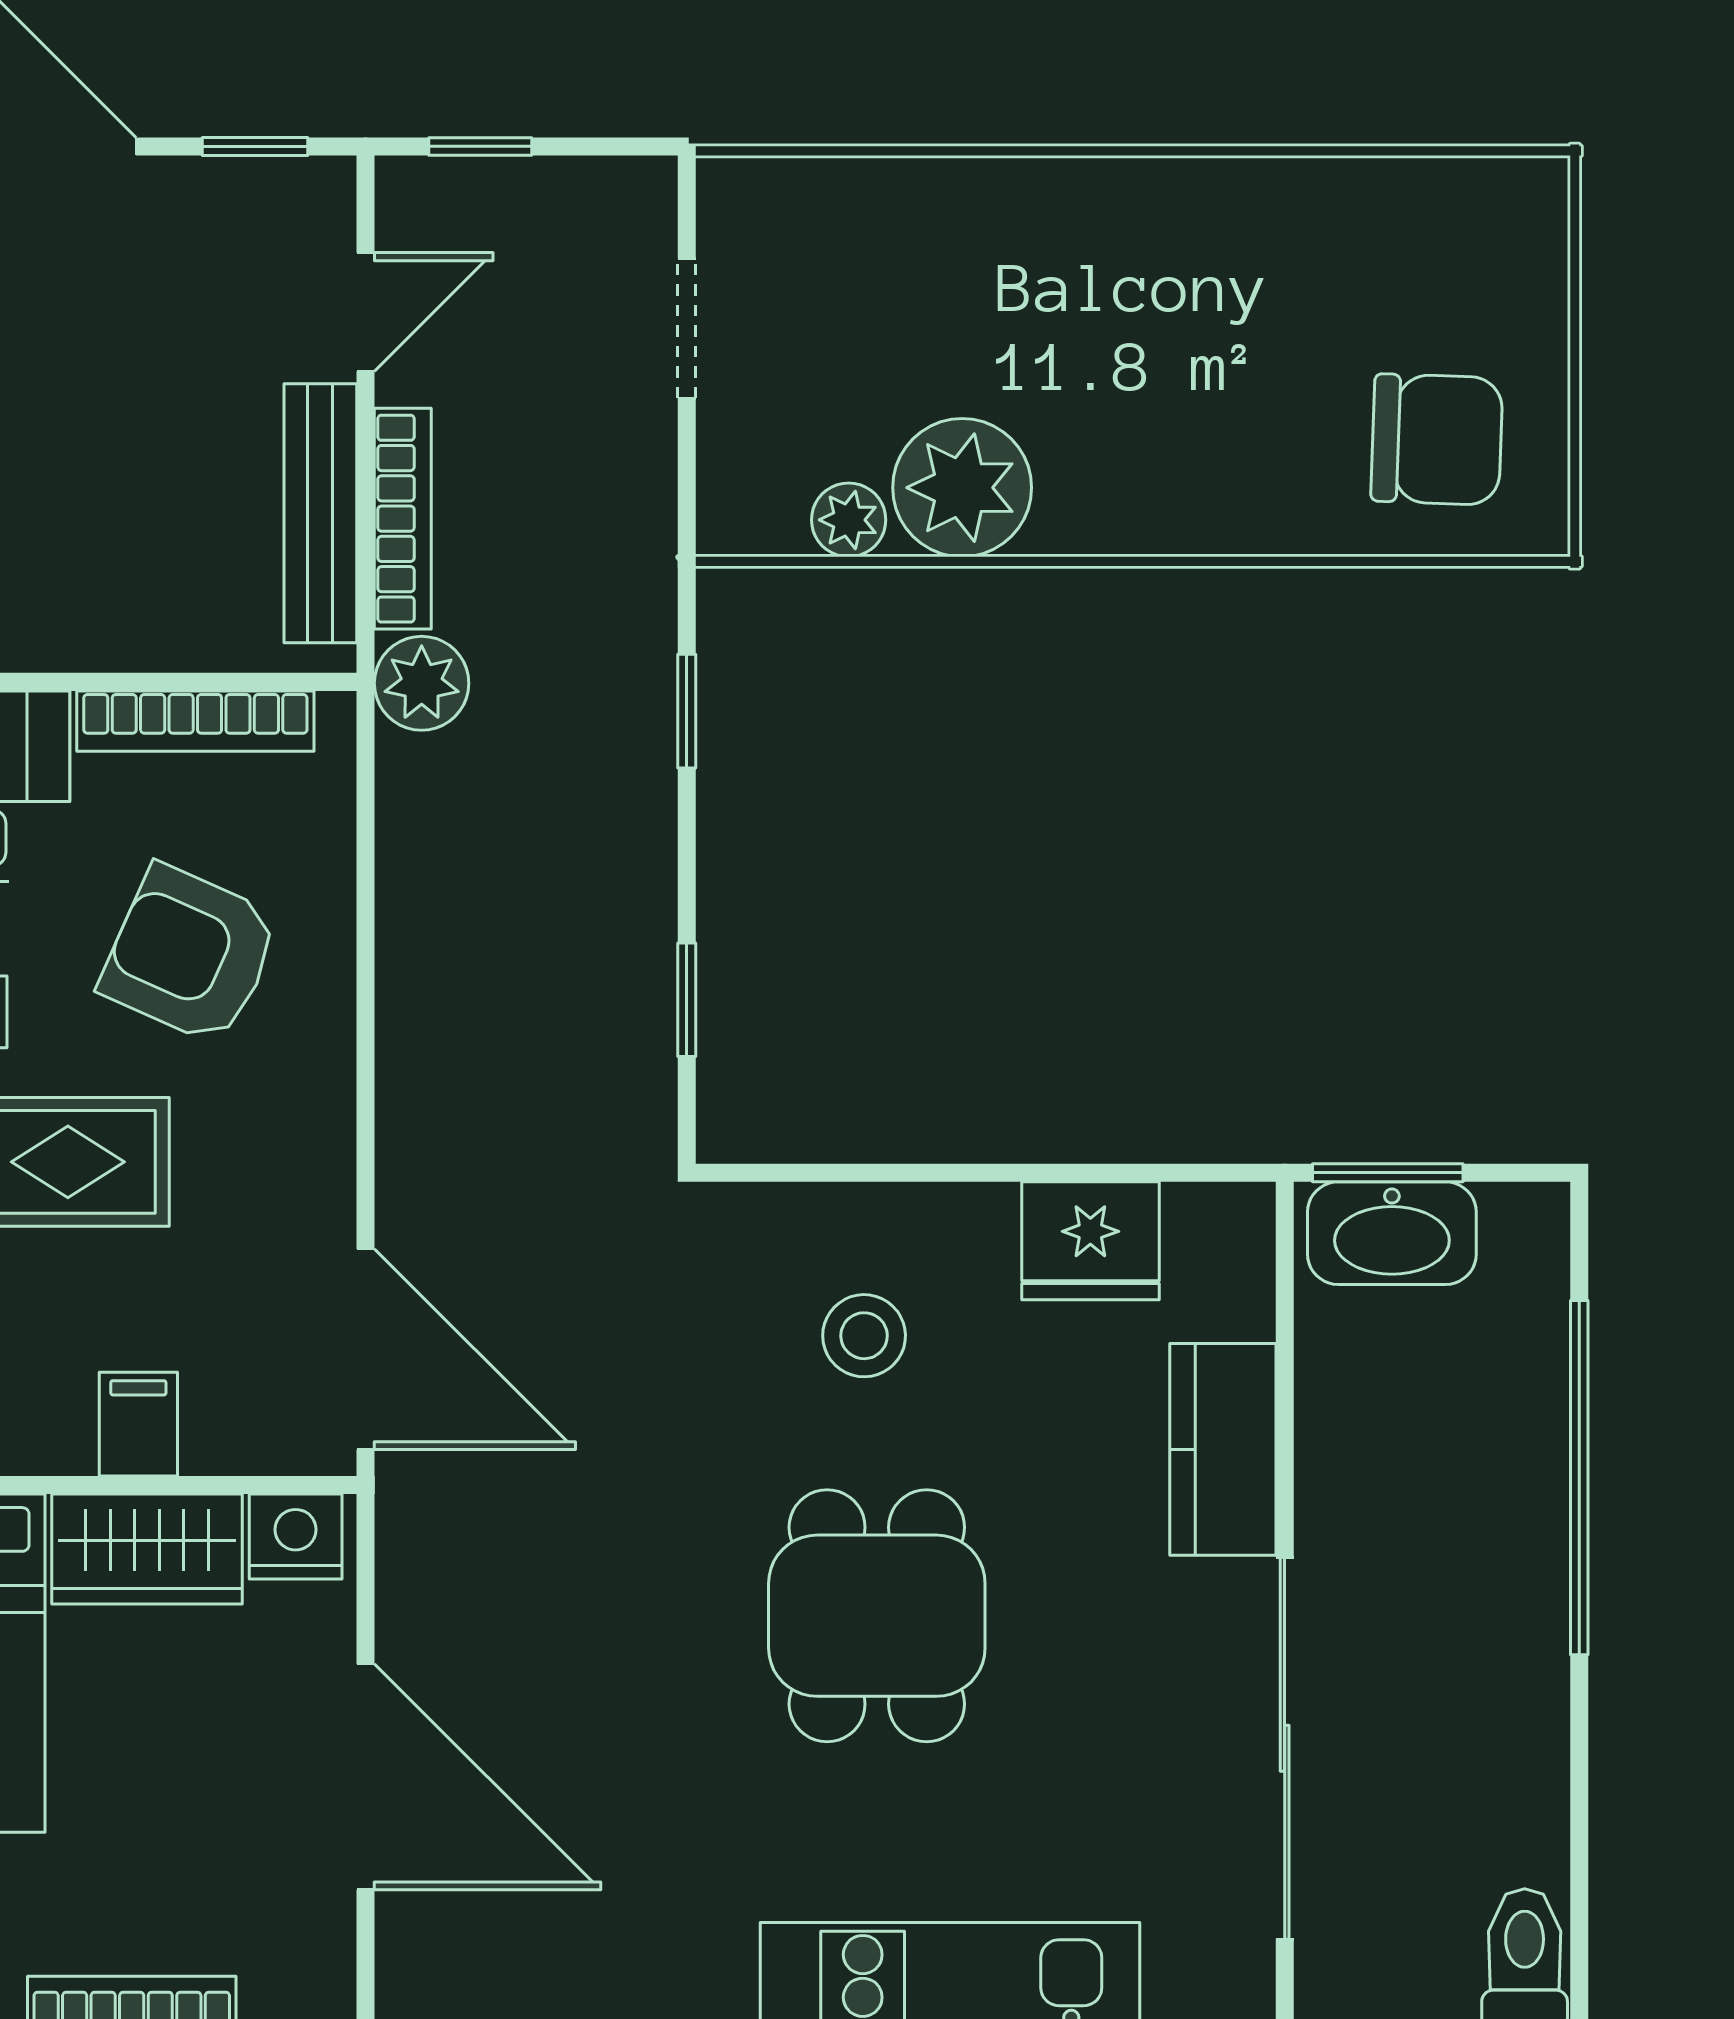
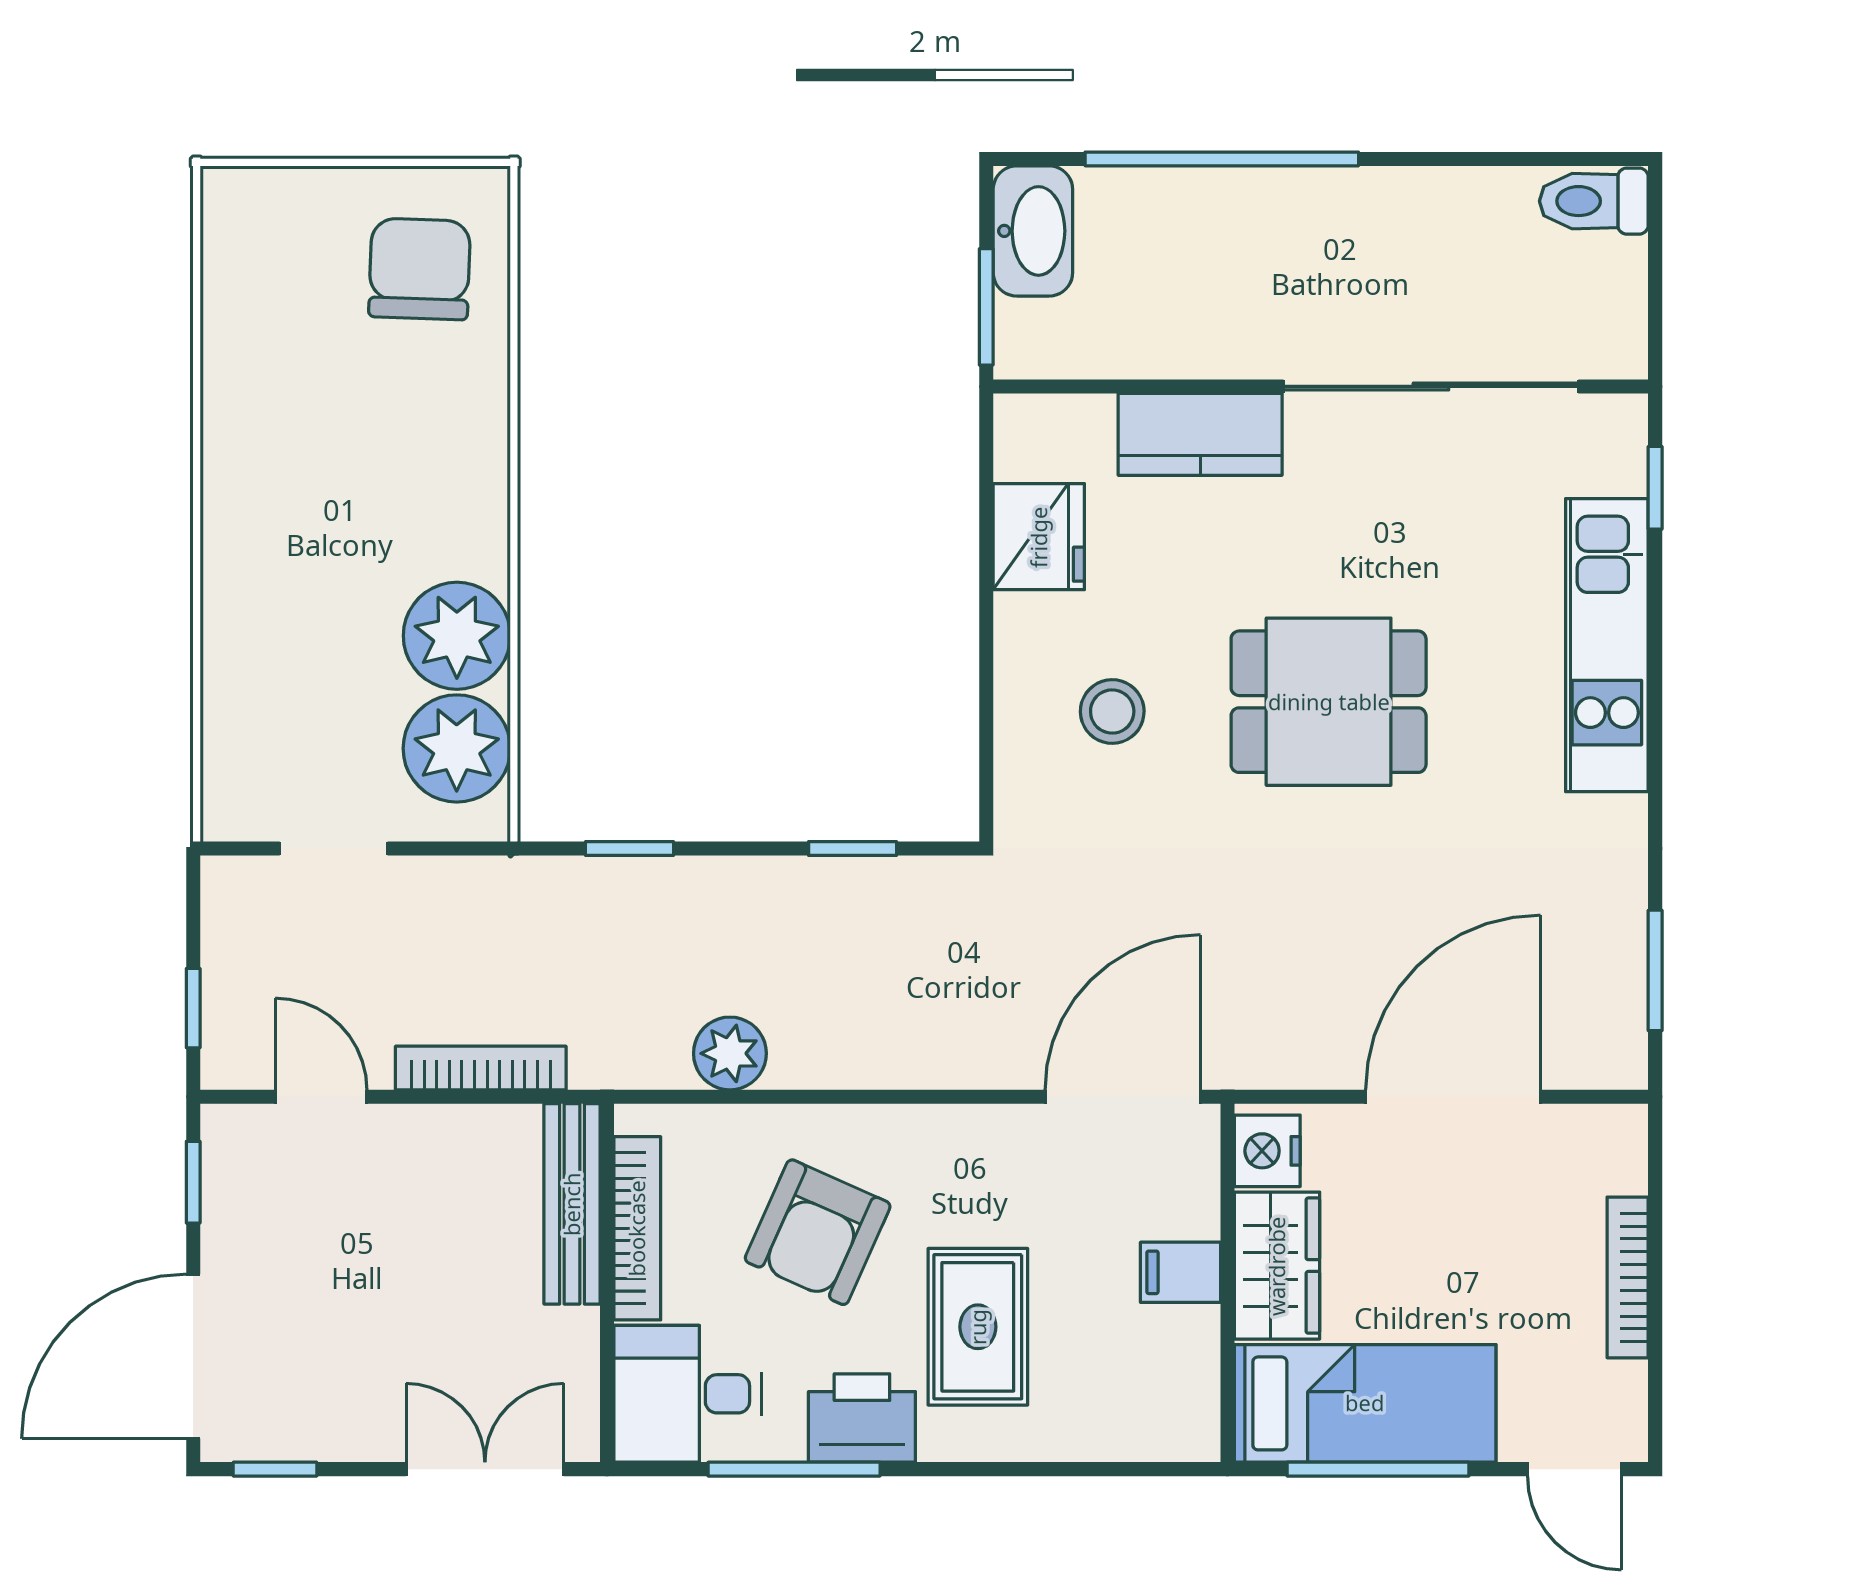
bench: (320, 513) -> (572, 1204), moved, turned 90
plant: (849, 520) -> (457, 748), width x1.87, depth x1.87
plant: (422, 683) -> (730, 1053), moved
washbasin: (1392, 1233) -> (1033, 231), moved

